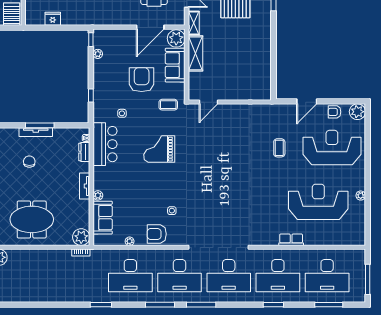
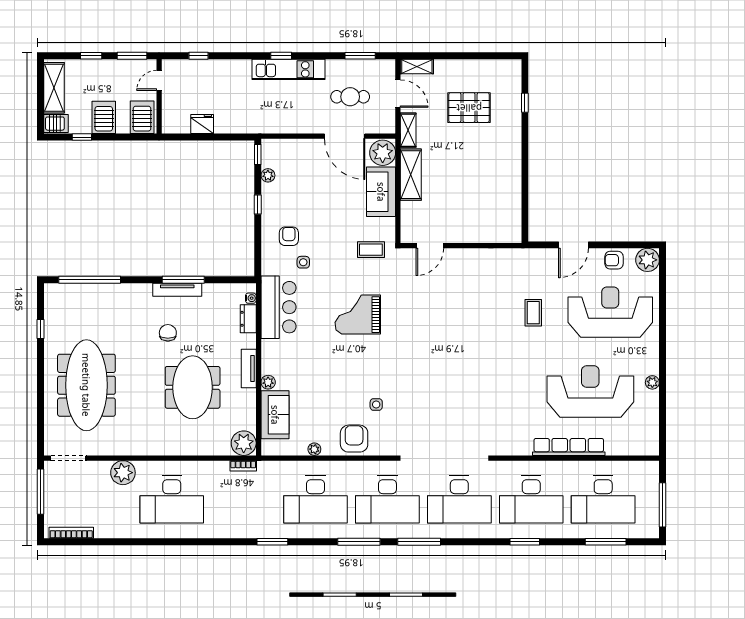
door: (150, 27) -> (345, 136), hinge flipped
armchair: (142, 80) -> (289, 236), moved, width x0.53, depth x0.53
window: (91, 95) -> (258, 205), moved
meeting table: (32, 219) -> (193, 387), moved, turned 90
armchair: (157, 234) -> (354, 439), turned 90
row of seats: (291, 240) -> (569, 447), width x2.02
desk: (32, 276) -> (172, 499), added

